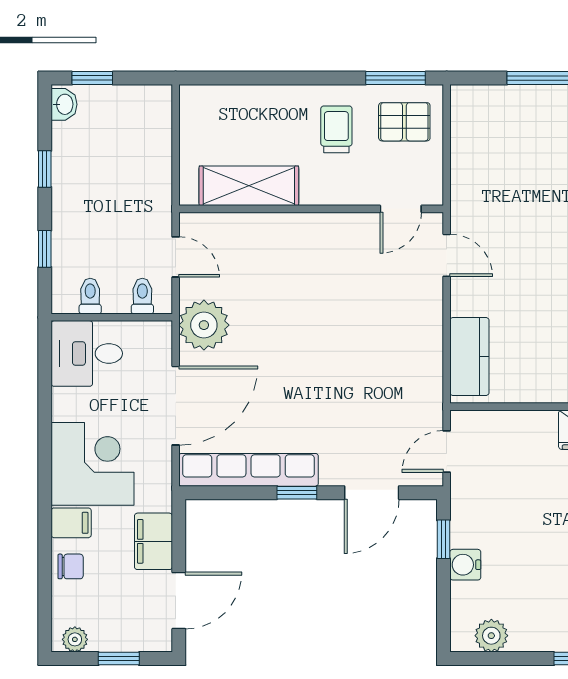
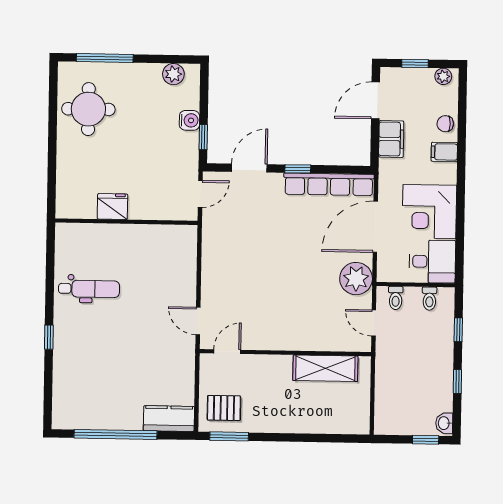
trolley: (336, 129) -> (268, 404), removed
kitchen counter: (469, 357) -> (169, 419), moved, turned 90
corner desk: (93, 464) -> (429, 212), moved

